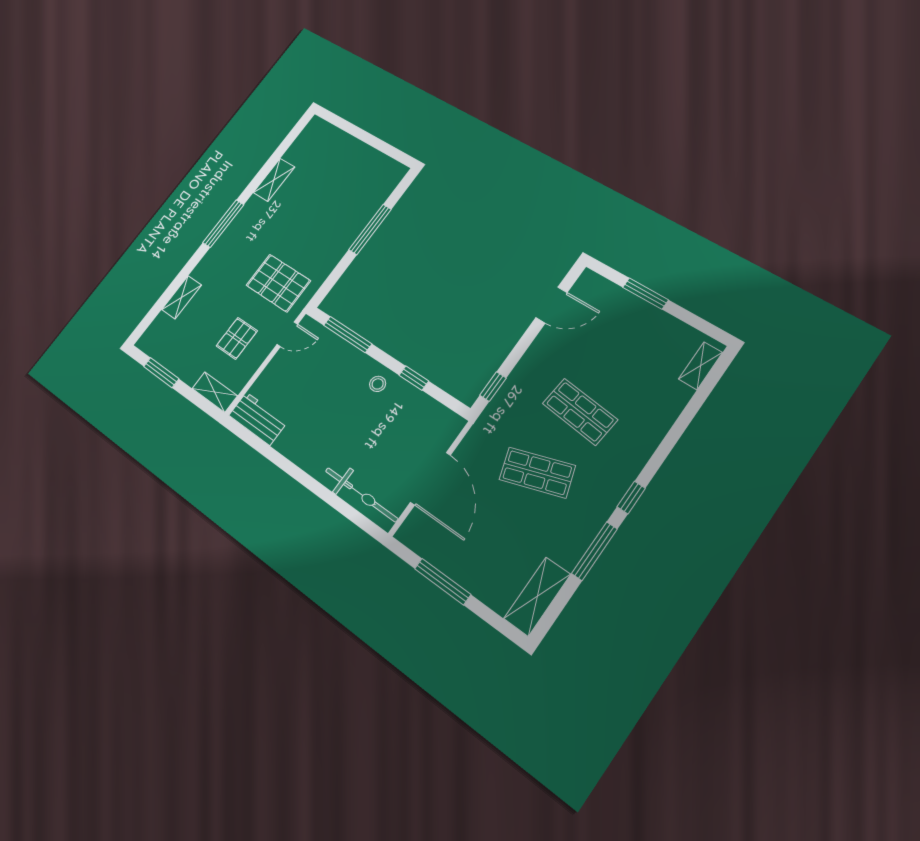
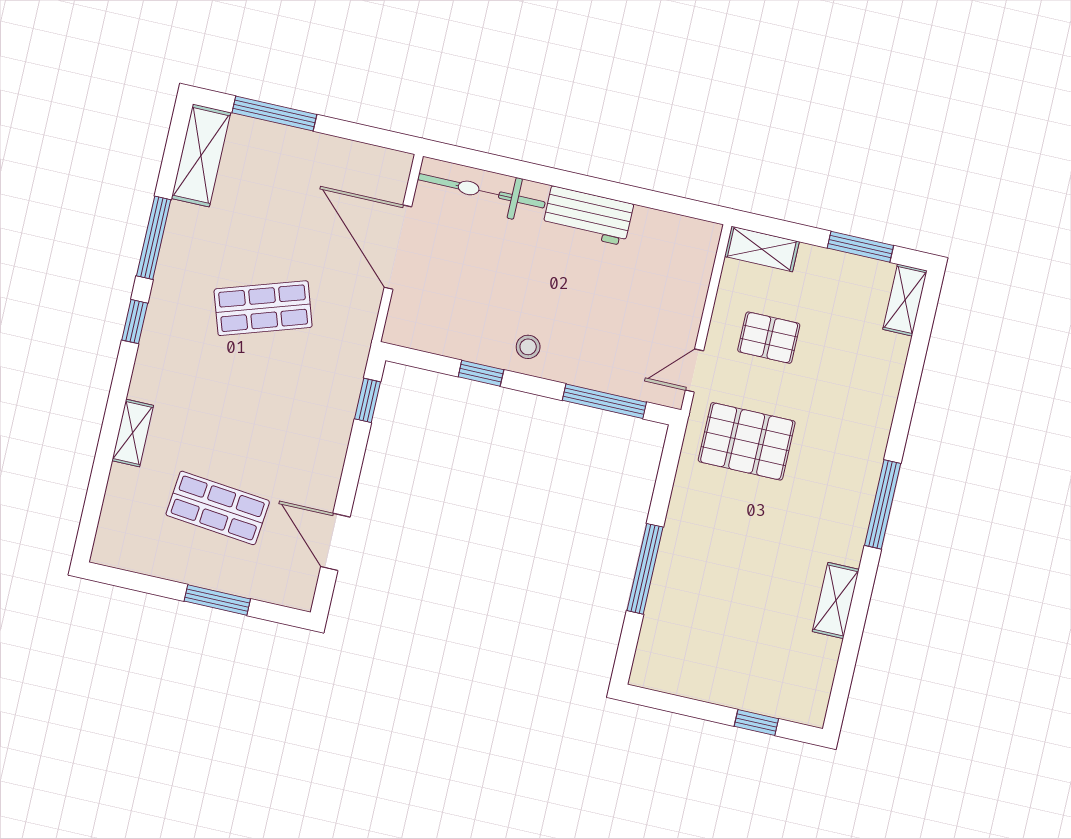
window: (349, 127) -> (756, 722), added
shelving: (182, 297) -> (905, 300), moved
door: (552, 305) -> (335, 542), hinge flipped
pallet: (237, 338) -> (769, 338), turned 90
shelving: (700, 366) -> (133, 433), moved
shop shelf: (580, 412) -> (218, 508), moved
workbench: (258, 419) -> (588, 216), moved
window: (443, 581) -> (274, 114), moved

